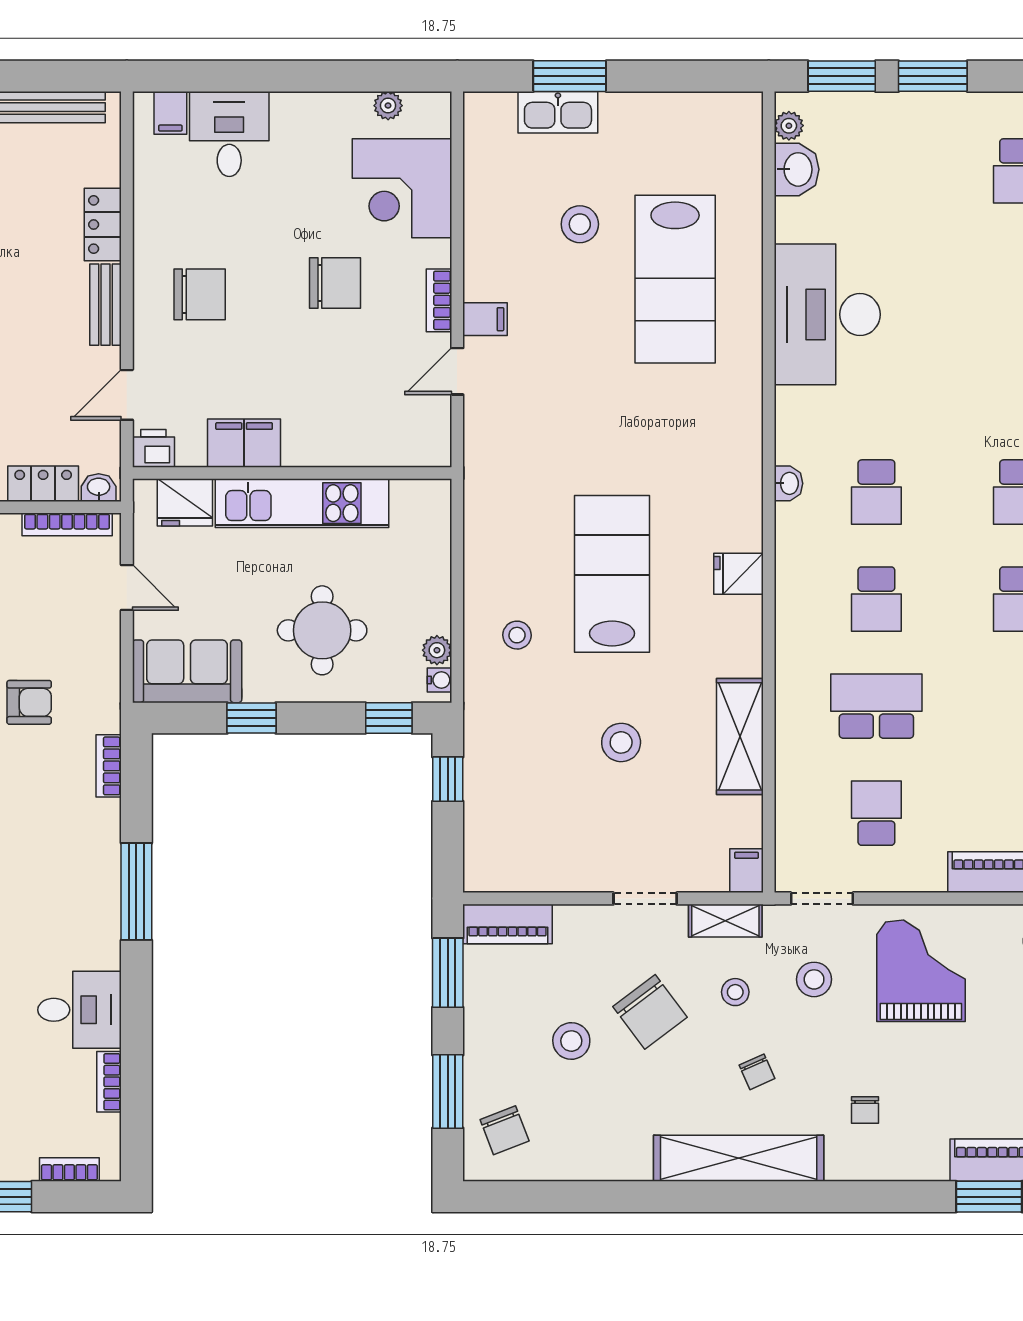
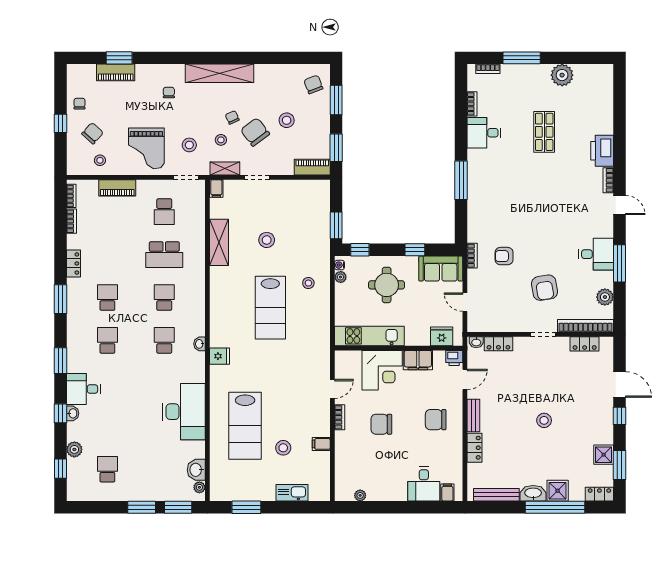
window: (570, 76) -> (246, 507), moved
corner desk: (402, 188) -> (382, 370), moved, turned 90
lab bench: (675, 279) -> (245, 426), turned 180
filing cabinet: (485, 319) -> (321, 444), moved
kitchen unit: (302, 503) -> (369, 336), moved
bookcase: (67, 524) -> (489, 327), removed
fridge: (738, 574) -> (220, 356), moved
bookcase: (109, 766) -> (472, 256), moved
window: (448, 779) -> (336, 225), width x1.50
chair: (757, 1072) -> (232, 117), moved

